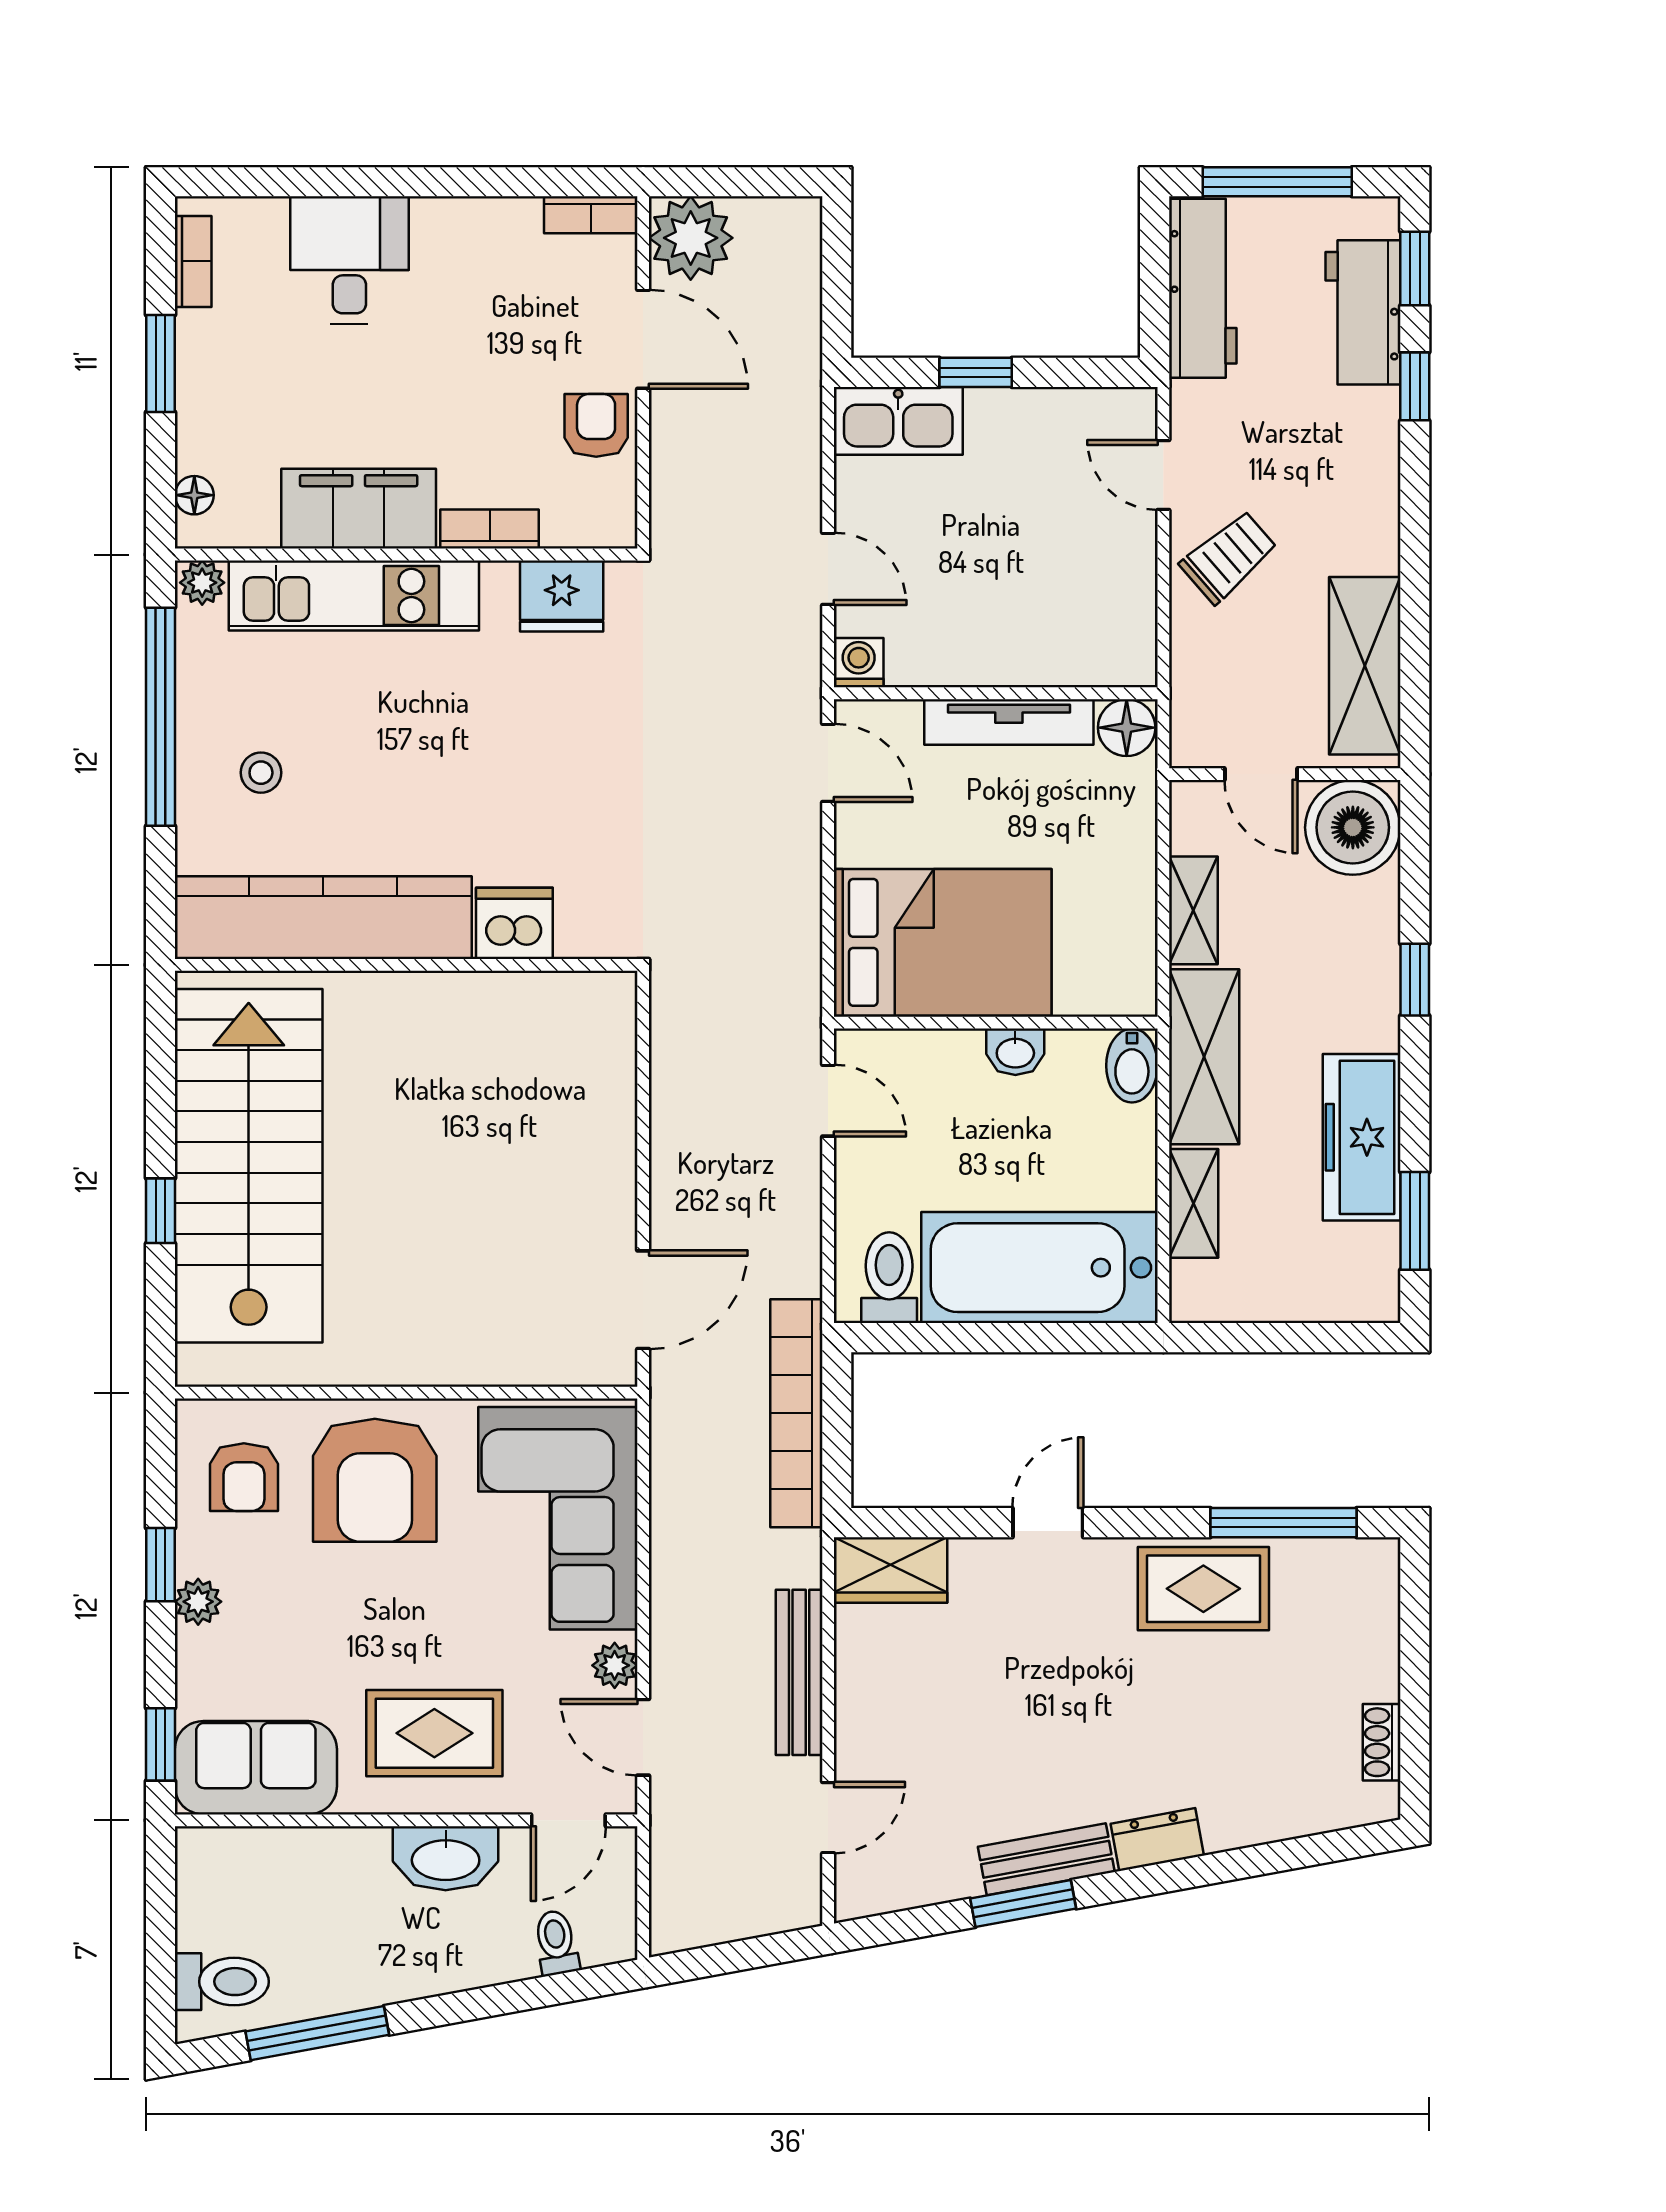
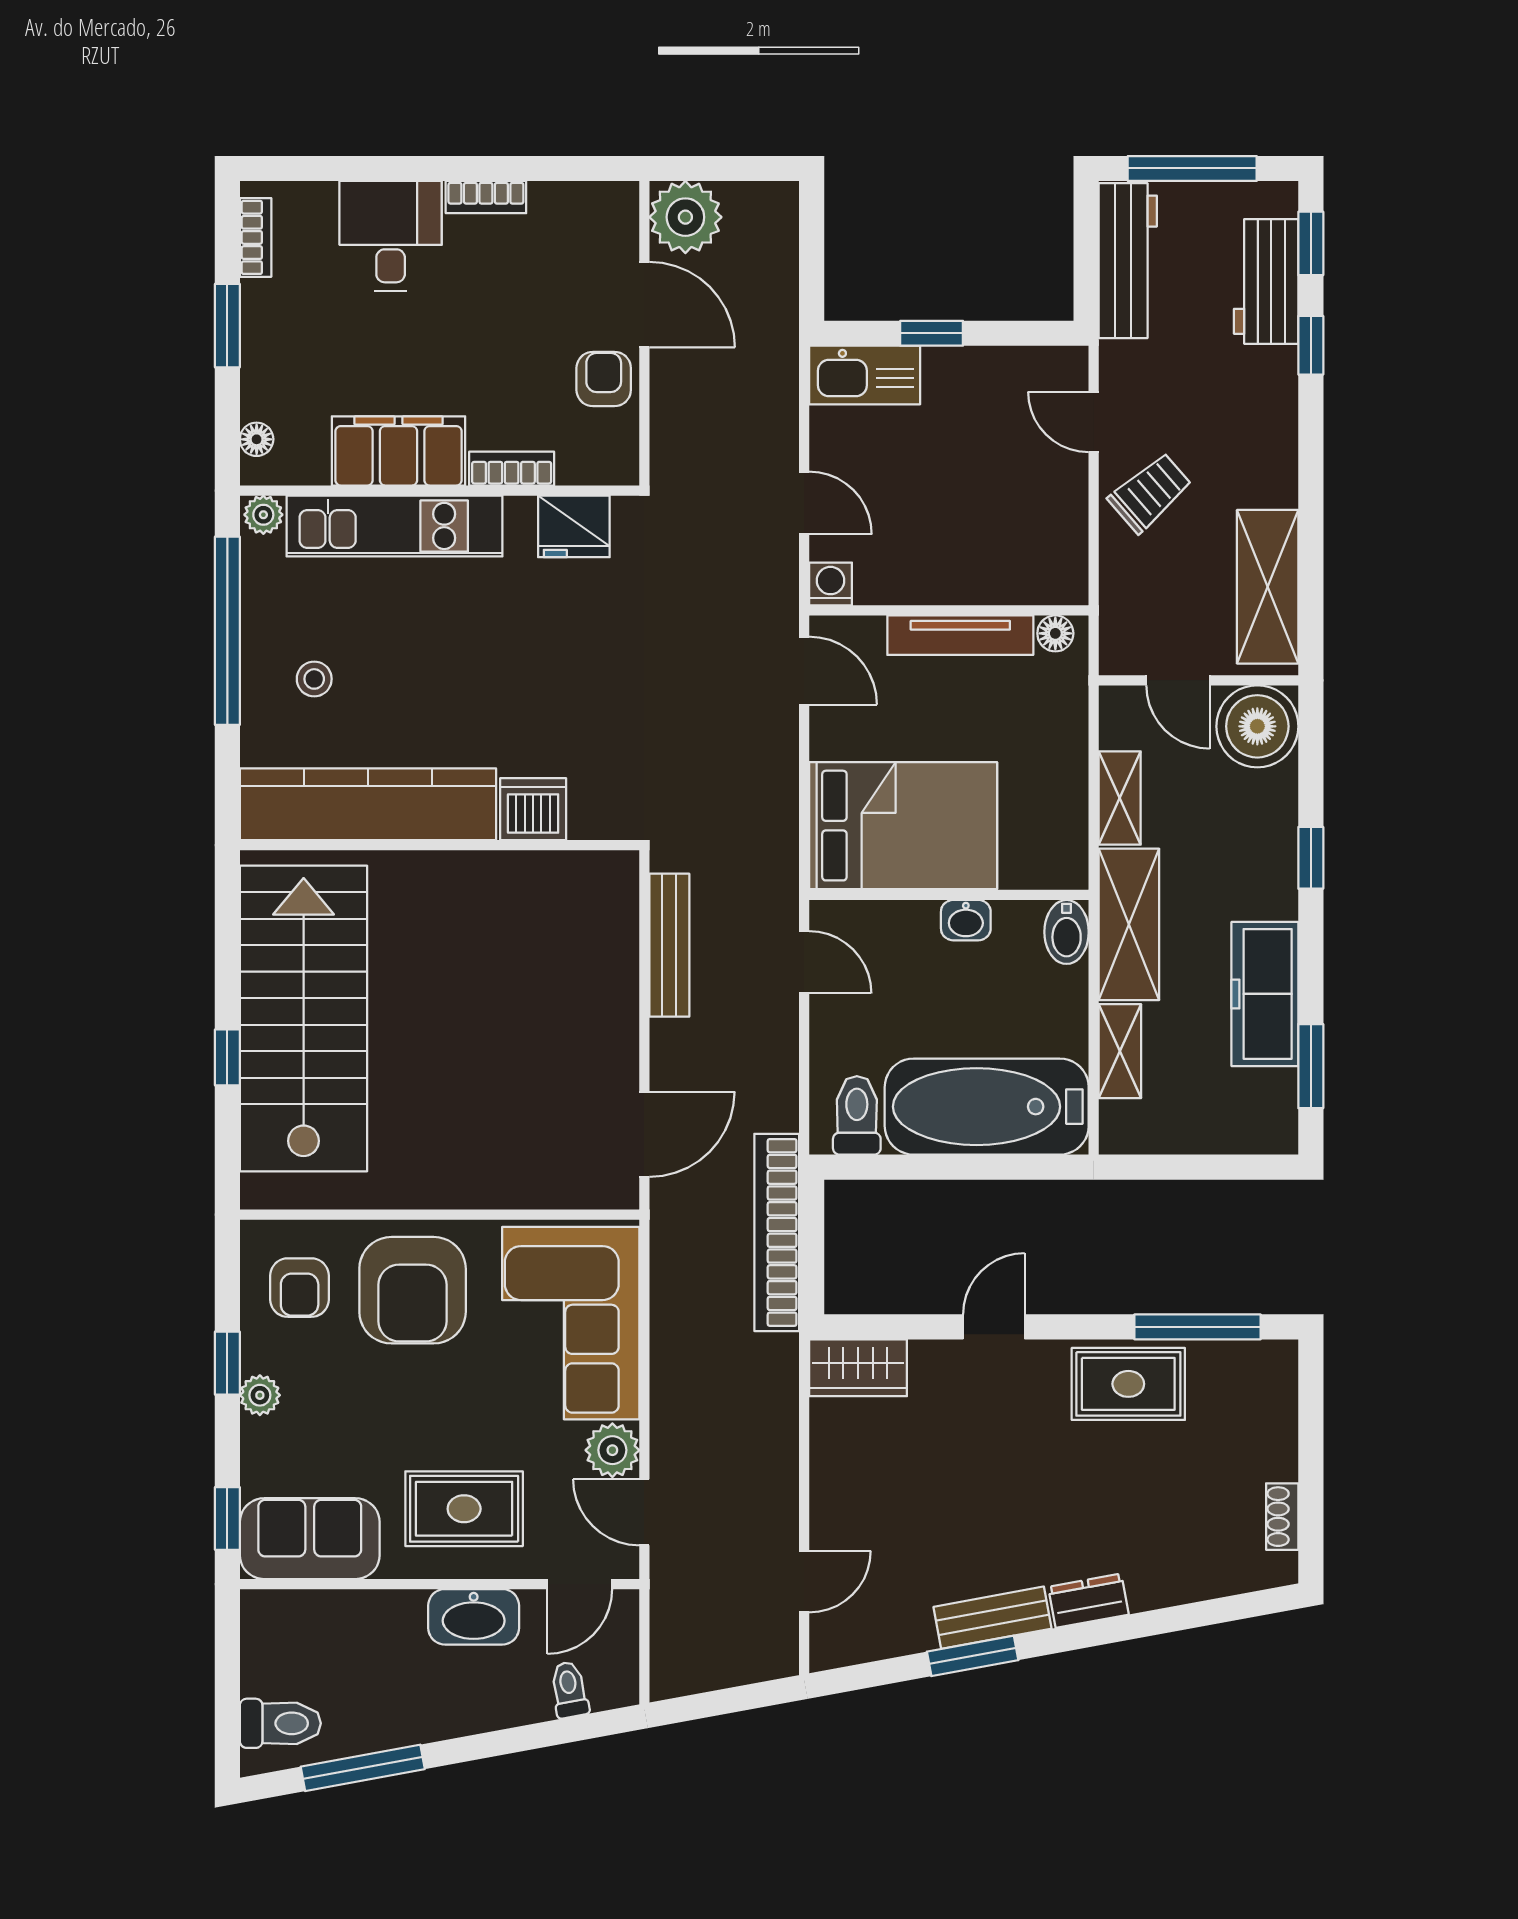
bookcase: (591, 215) -> (486, 197), moved
floor lamp: (1127, 728) -> (1055, 633), width x0.73, depth x0.73
plant: (615, 1665) -> (612, 1450), width x1.38, depth x1.38
bench: (799, 1672) -> (669, 945), moved

